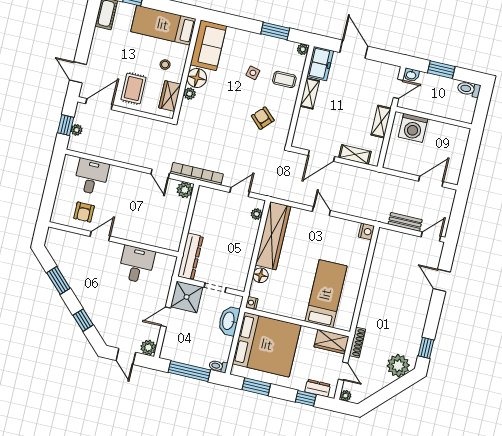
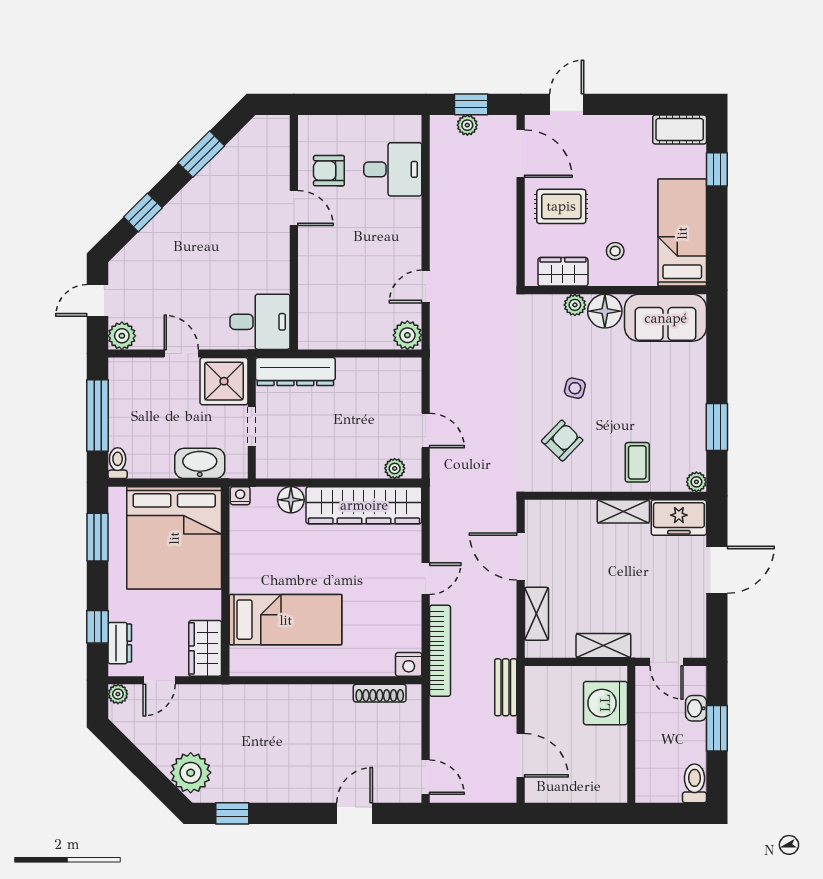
side table: (253, 73) -> (575, 388), moved
washbasin: (411, 75) -> (696, 708), moved
bookcase: (197, 174) -> (440, 651), moved
bench: (405, 222) -> (506, 687), moved
desk: (137, 264) -> (260, 322), moved
shoe rack: (357, 342) -> (380, 693), moved

